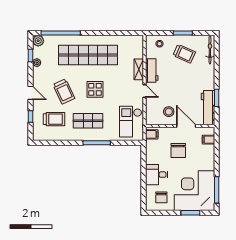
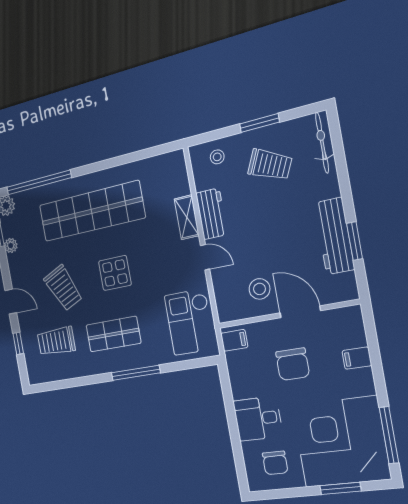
workbench: (208, 108) -> (334, 236), moved
trolley: (54, 119) -> (56, 341), turned 180
filing cabinet: (208, 140) -> (357, 358), moved

